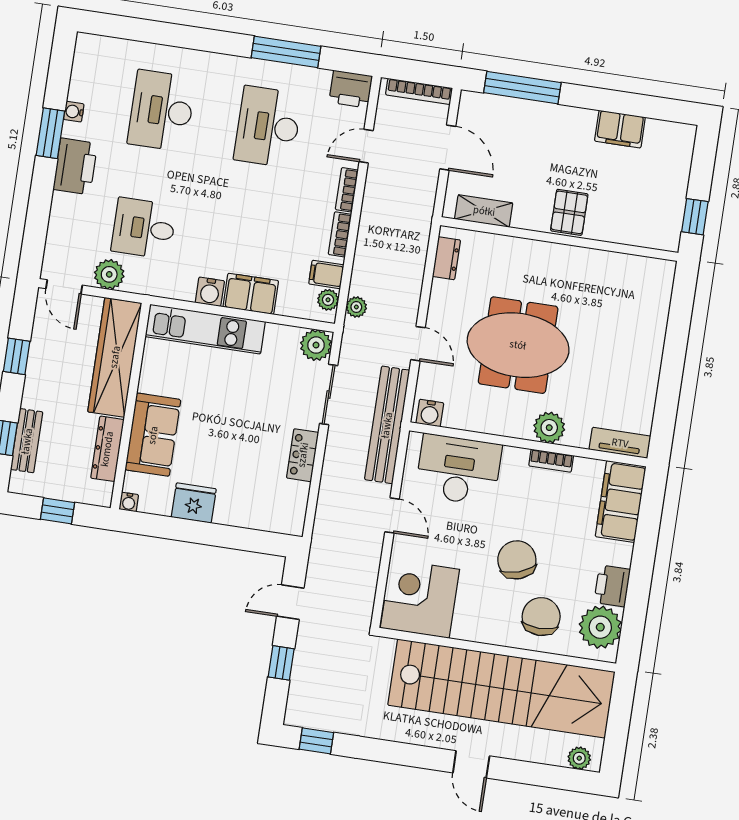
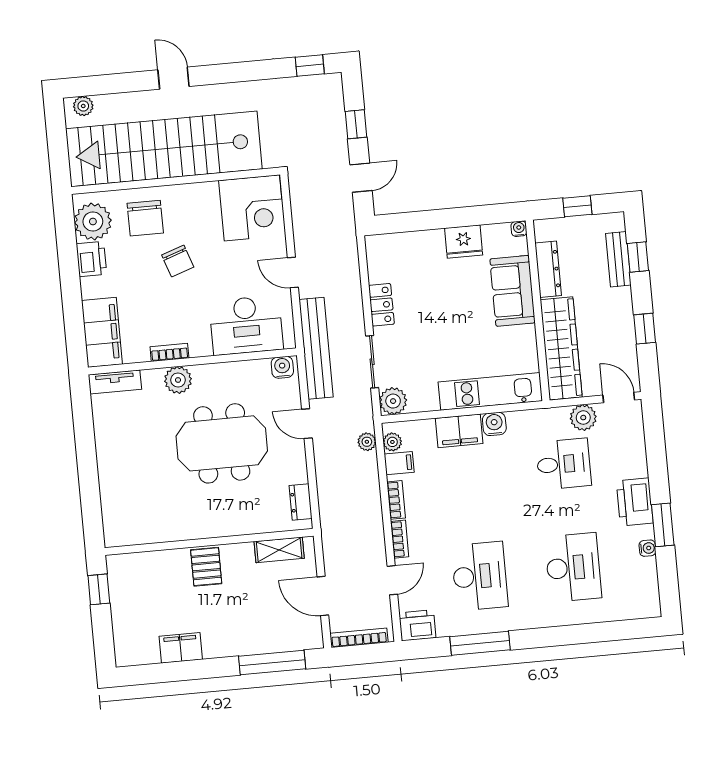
chair: (517, 560) -> (178, 261), width x0.73, depth x0.73

